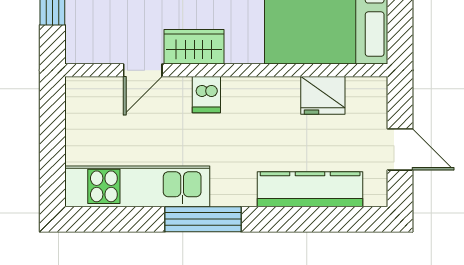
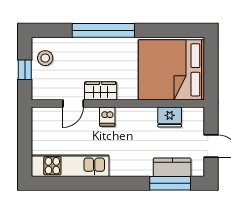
kitchen counter: (310, 189) -> (172, 167), width x0.67
window: (203, 219) -> (170, 183), moved

